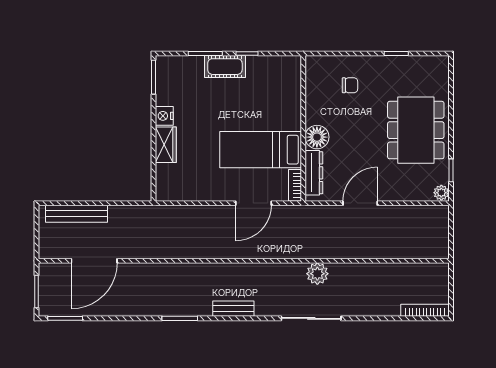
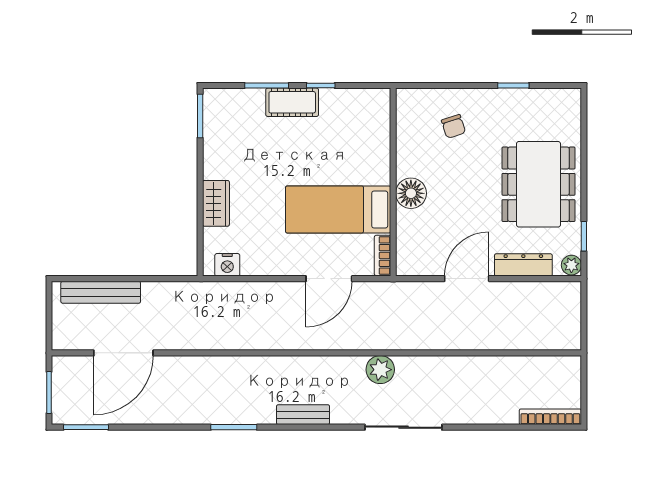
chair: (350, 85) -> (453, 126), turned 72
nightstand: (164, 116) -> (227, 265), moved, turned -90
dresser: (314, 173) -> (523, 265), moved, turned -90
plant: (317, 274) -> (380, 370), moved

